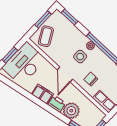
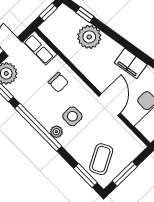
coffee table: (46, 36) -> (101, 159), moved
door: (65, 74) -> (110, 105), moved
printer: (57, 104) -> (110, 48), removed

